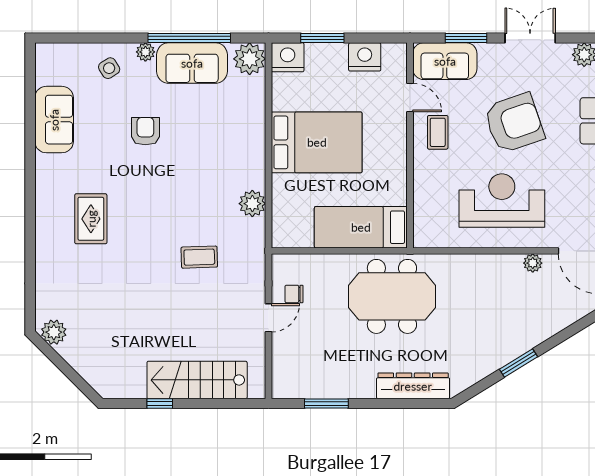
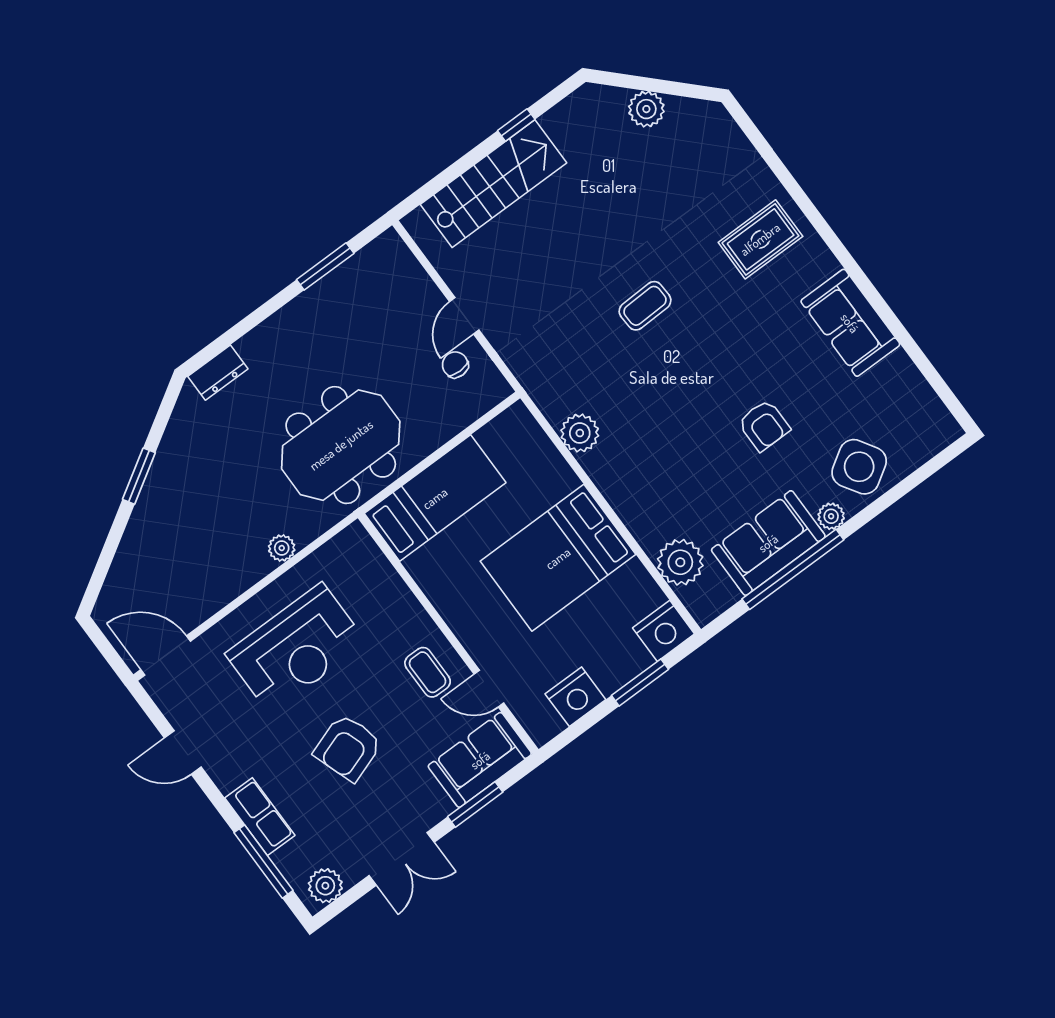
plant: (250, 59) -> (680, 562), moved
side table: (109, 68) -> (859, 467), width x1.87, depth x1.87
sofa: (54, 120) -> (850, 323), moved
armchair: (514, 123) -> (348, 748), width x0.73, depth x0.73
rug: (91, 219) -> (760, 239), moved, turned 90
coffee table: (199, 257) -> (645, 306), moved
plant: (533, 263) -> (282, 548), moved
chair: (294, 294) -> (455, 365), turned -90
plant: (54, 332) -> (646, 109), moved
dresser: (413, 386) -> (218, 373), width x0.51, depth x0.80

